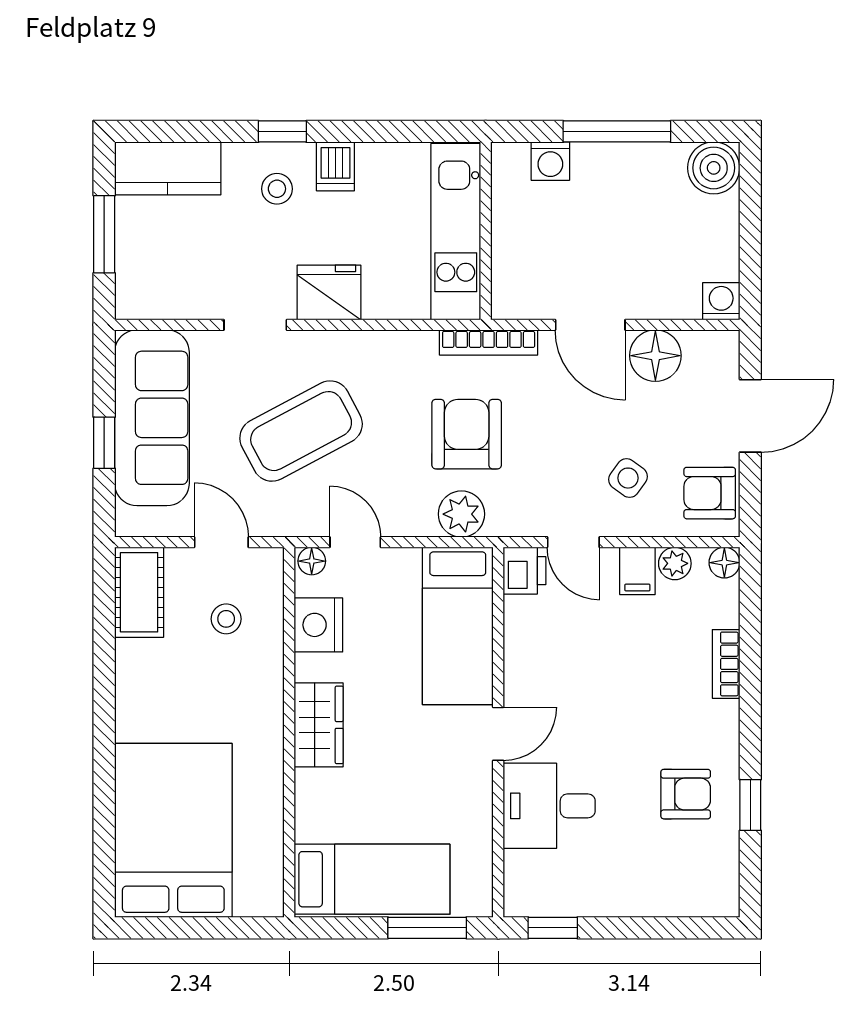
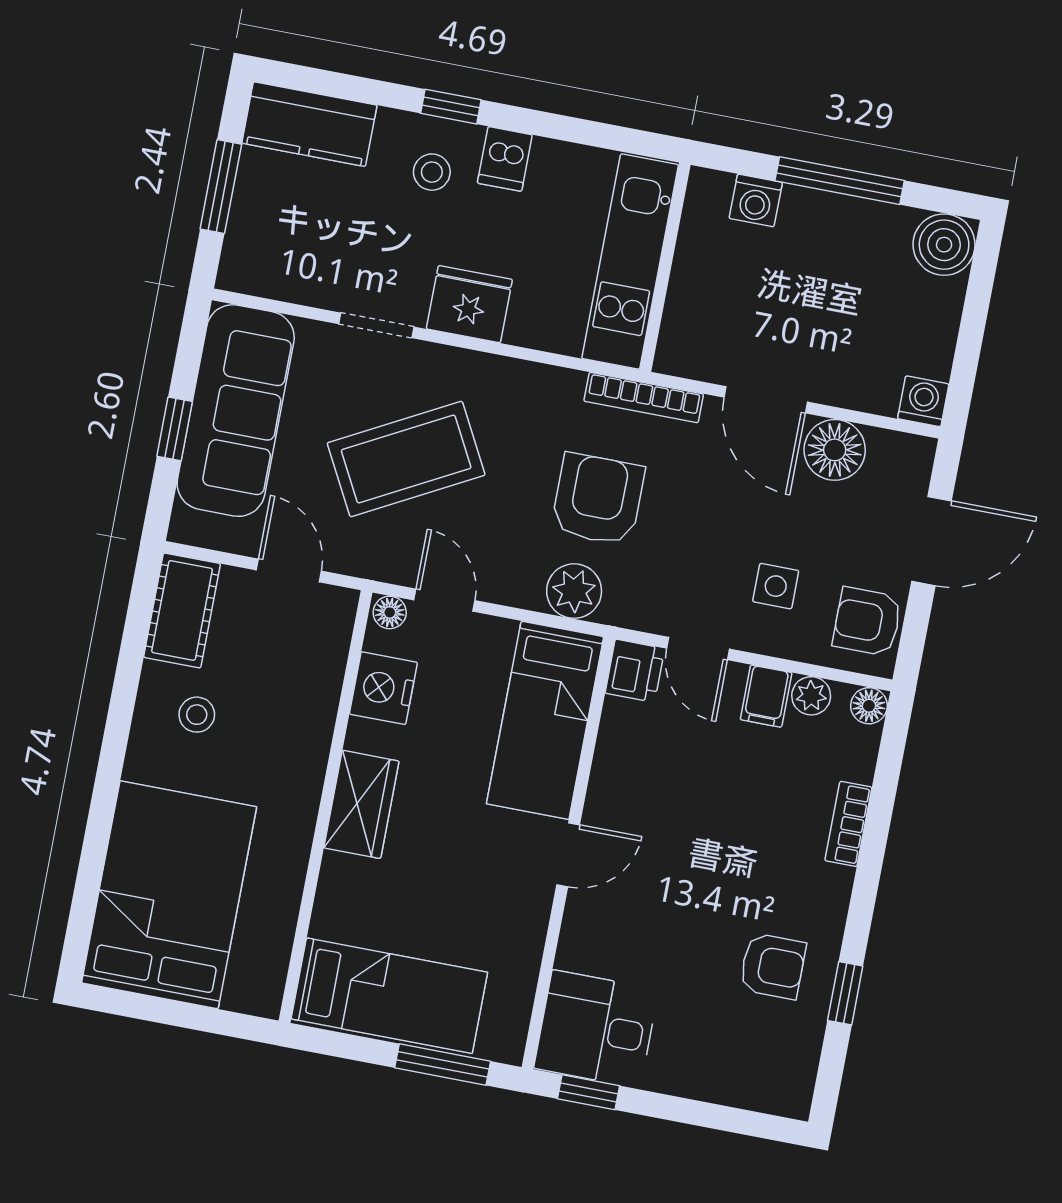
side table: (628, 478) -> (776, 586), turned -36
stool: (226, 619) -> (197, 715), moved
desk: (549, 806) -> (596, 1029), moved

